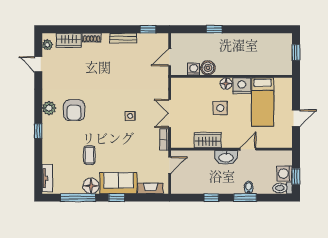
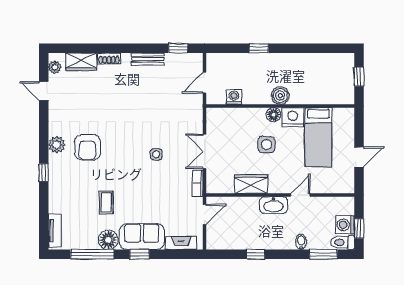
boiler: (208, 68) -> (280, 96), moved
window: (245, 198) -> (323, 254), moved

